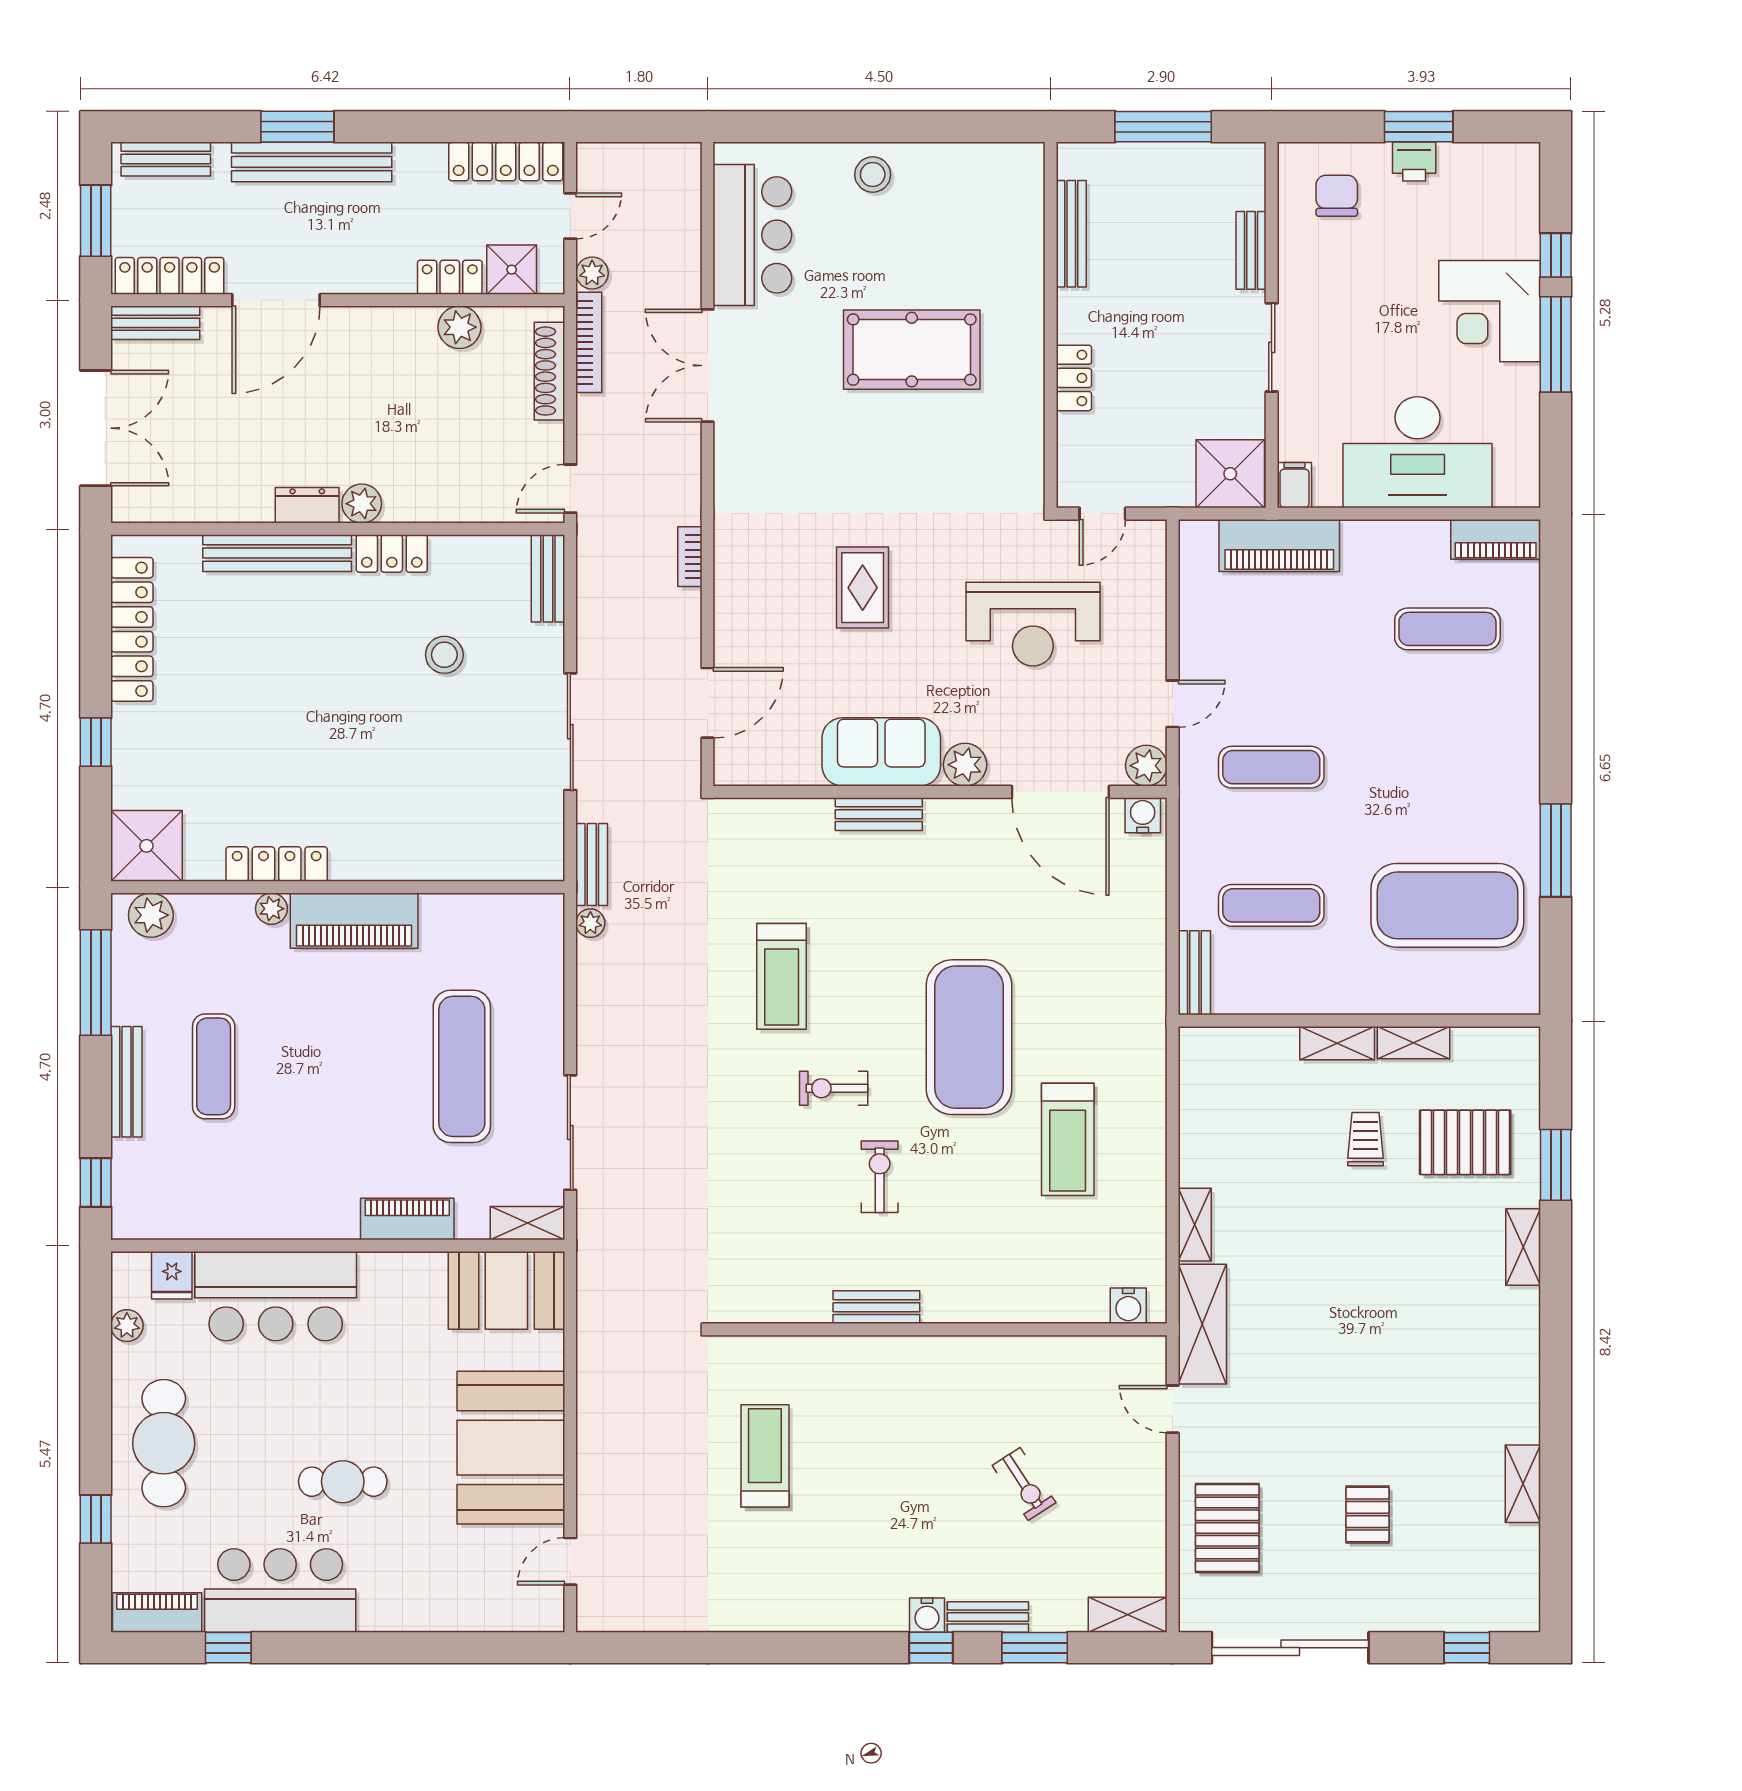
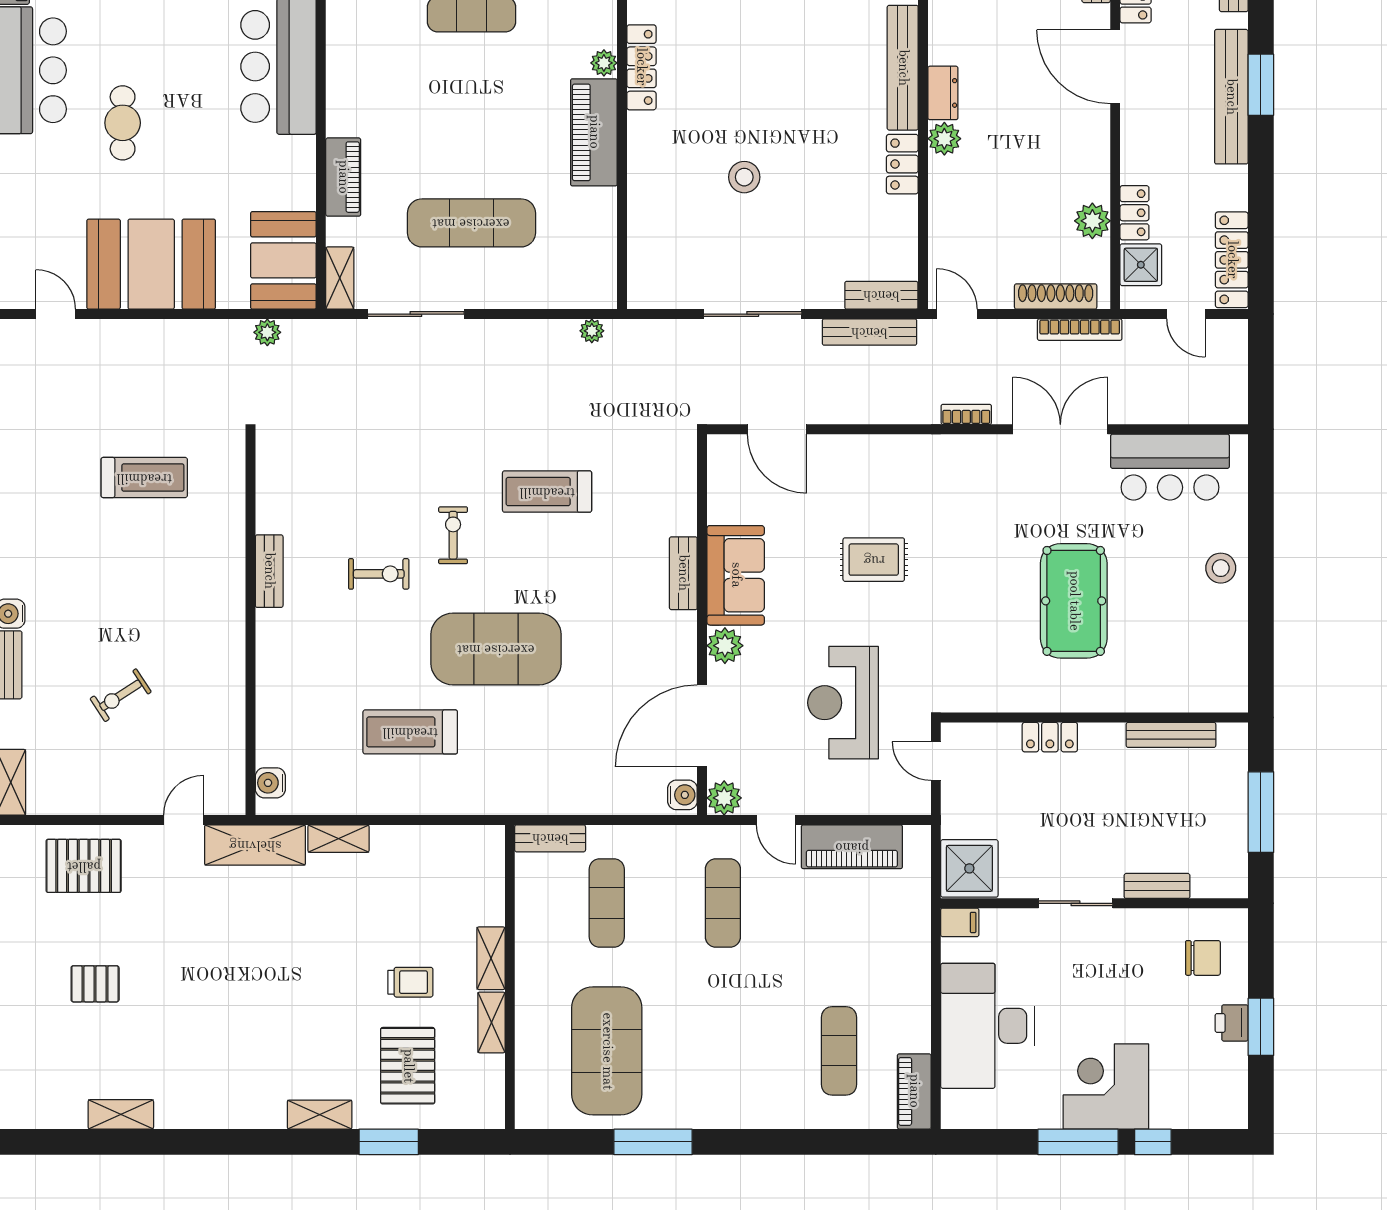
plant: (592, 273) -> (267, 332), moved
piano: (1279, 545) -> (852, 847), moved, turned -90
bookcase: (690, 557) -> (966, 414), moved
stool: (444, 655) -> (744, 177), moved
bench: (592, 865) -> (869, 332), moved, width x1.36

